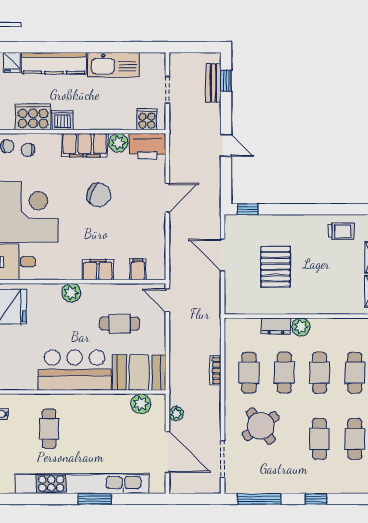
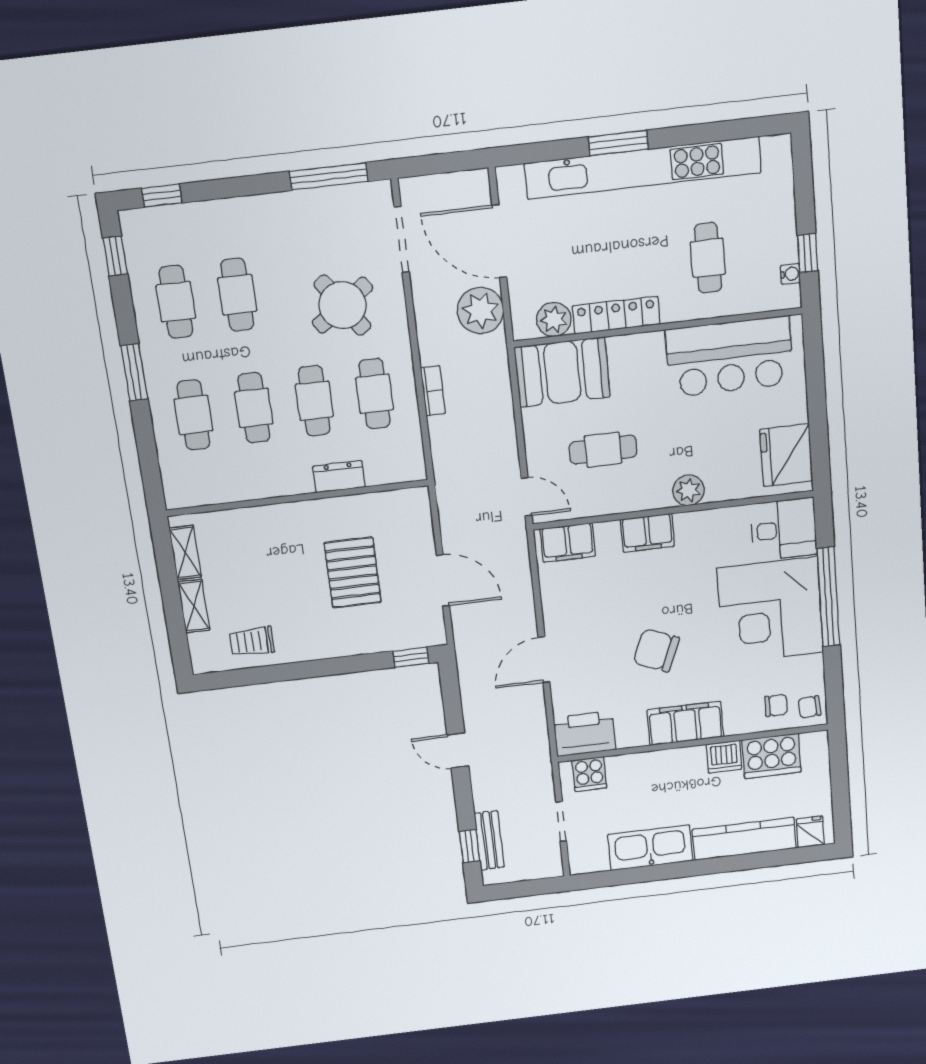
plant: (118, 143) -> (632, 734), removed
filing cabinet: (138, 269) -> (568, 543), width x2.00
plant: (301, 327) -> (297, 480), removed
bar counter: (75, 370) -> (730, 357), moved
locker: (105, 402) -> (616, 315), added
plant: (176, 414) -> (480, 311), width x1.87, depth x1.87
window: (316, 499) -> (162, 196), moved

